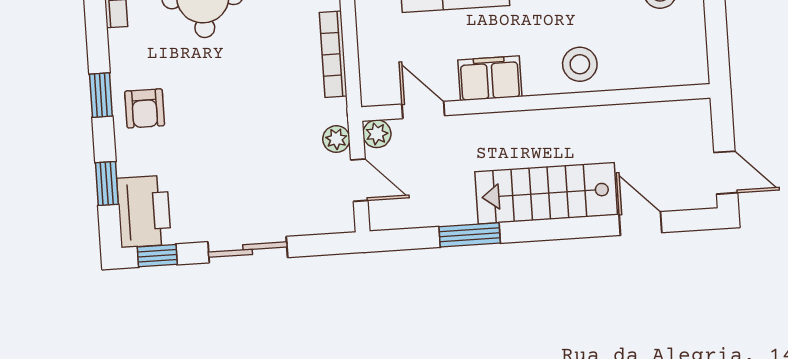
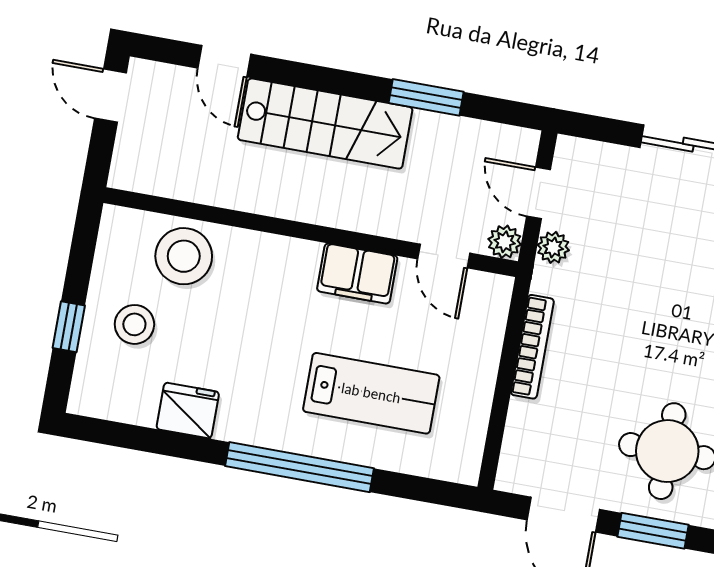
stool: (580, 64) -> (184, 256), moved, width x1.38, depth x1.38

